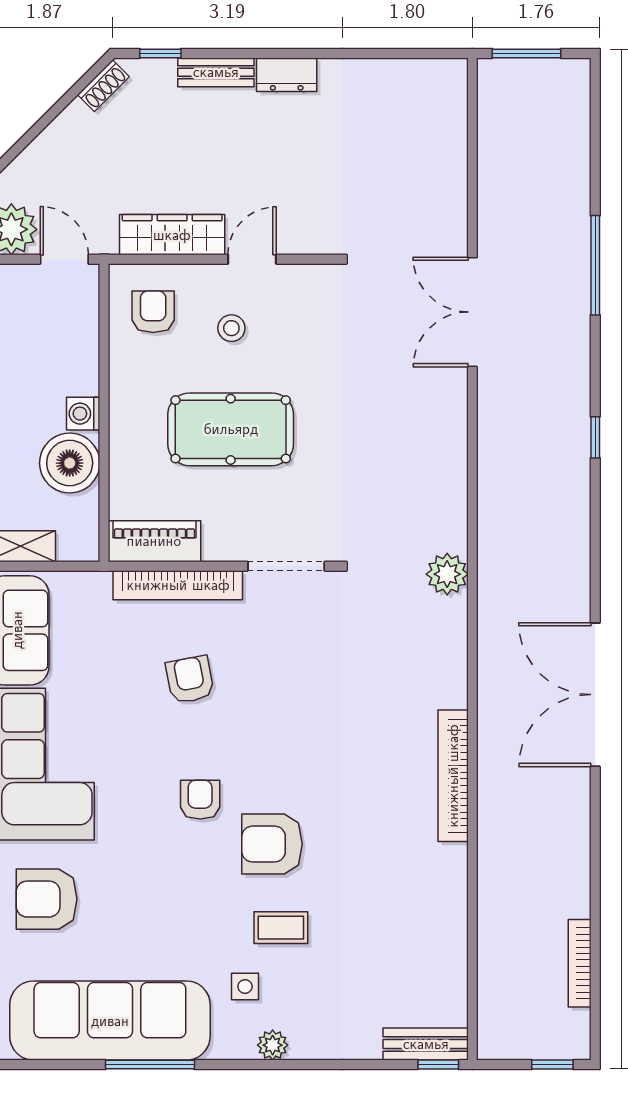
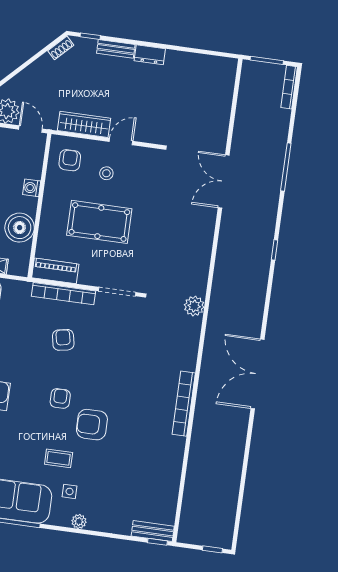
washing machine: (83, 414) -> (32, 188), moved
coffee table: (281, 928) -> (59, 458), moved
bookcase: (580, 963) -> (289, 87), moved

